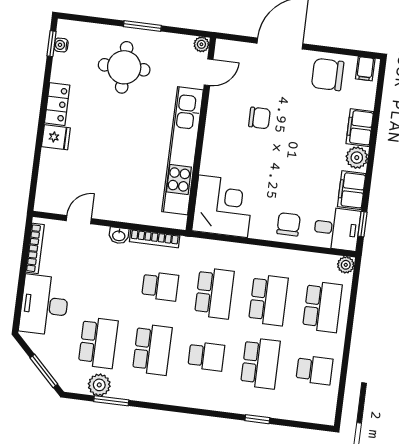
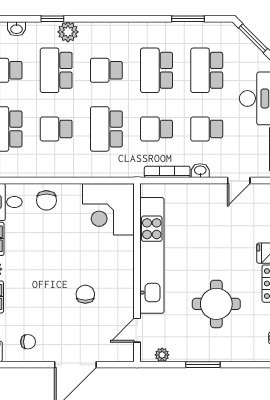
plant: (201, 44) -> (162, 355), moved
round table: (124, 67) -> (216, 304), moved
chair: (328, 75) -> (28, 342), width x0.54, depth x0.54
chair: (259, 118) -> (85, 294), turned 90
school desk: (106, 279) -> (207, 129), added
school desk: (268, 300) -> (56, 129), width x0.54
plant: (99, 385) -> (68, 32), moved
washbasin: (297, 413) -> (17, 29), added

